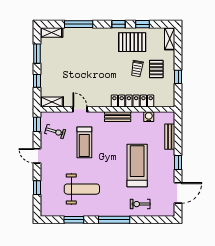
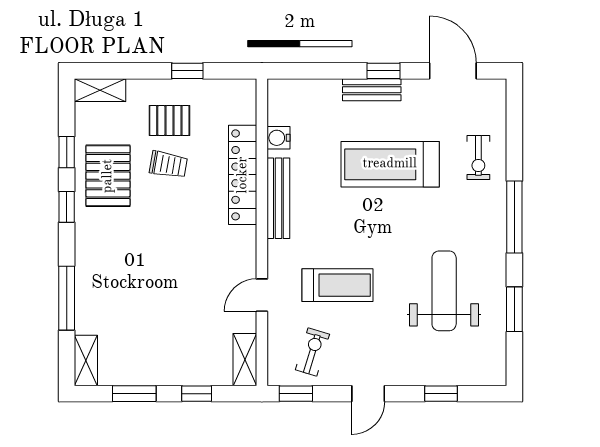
bench: (118, 117) -> (278, 198), width x1.36
bench: (170, 137) -> (372, 90), moved

